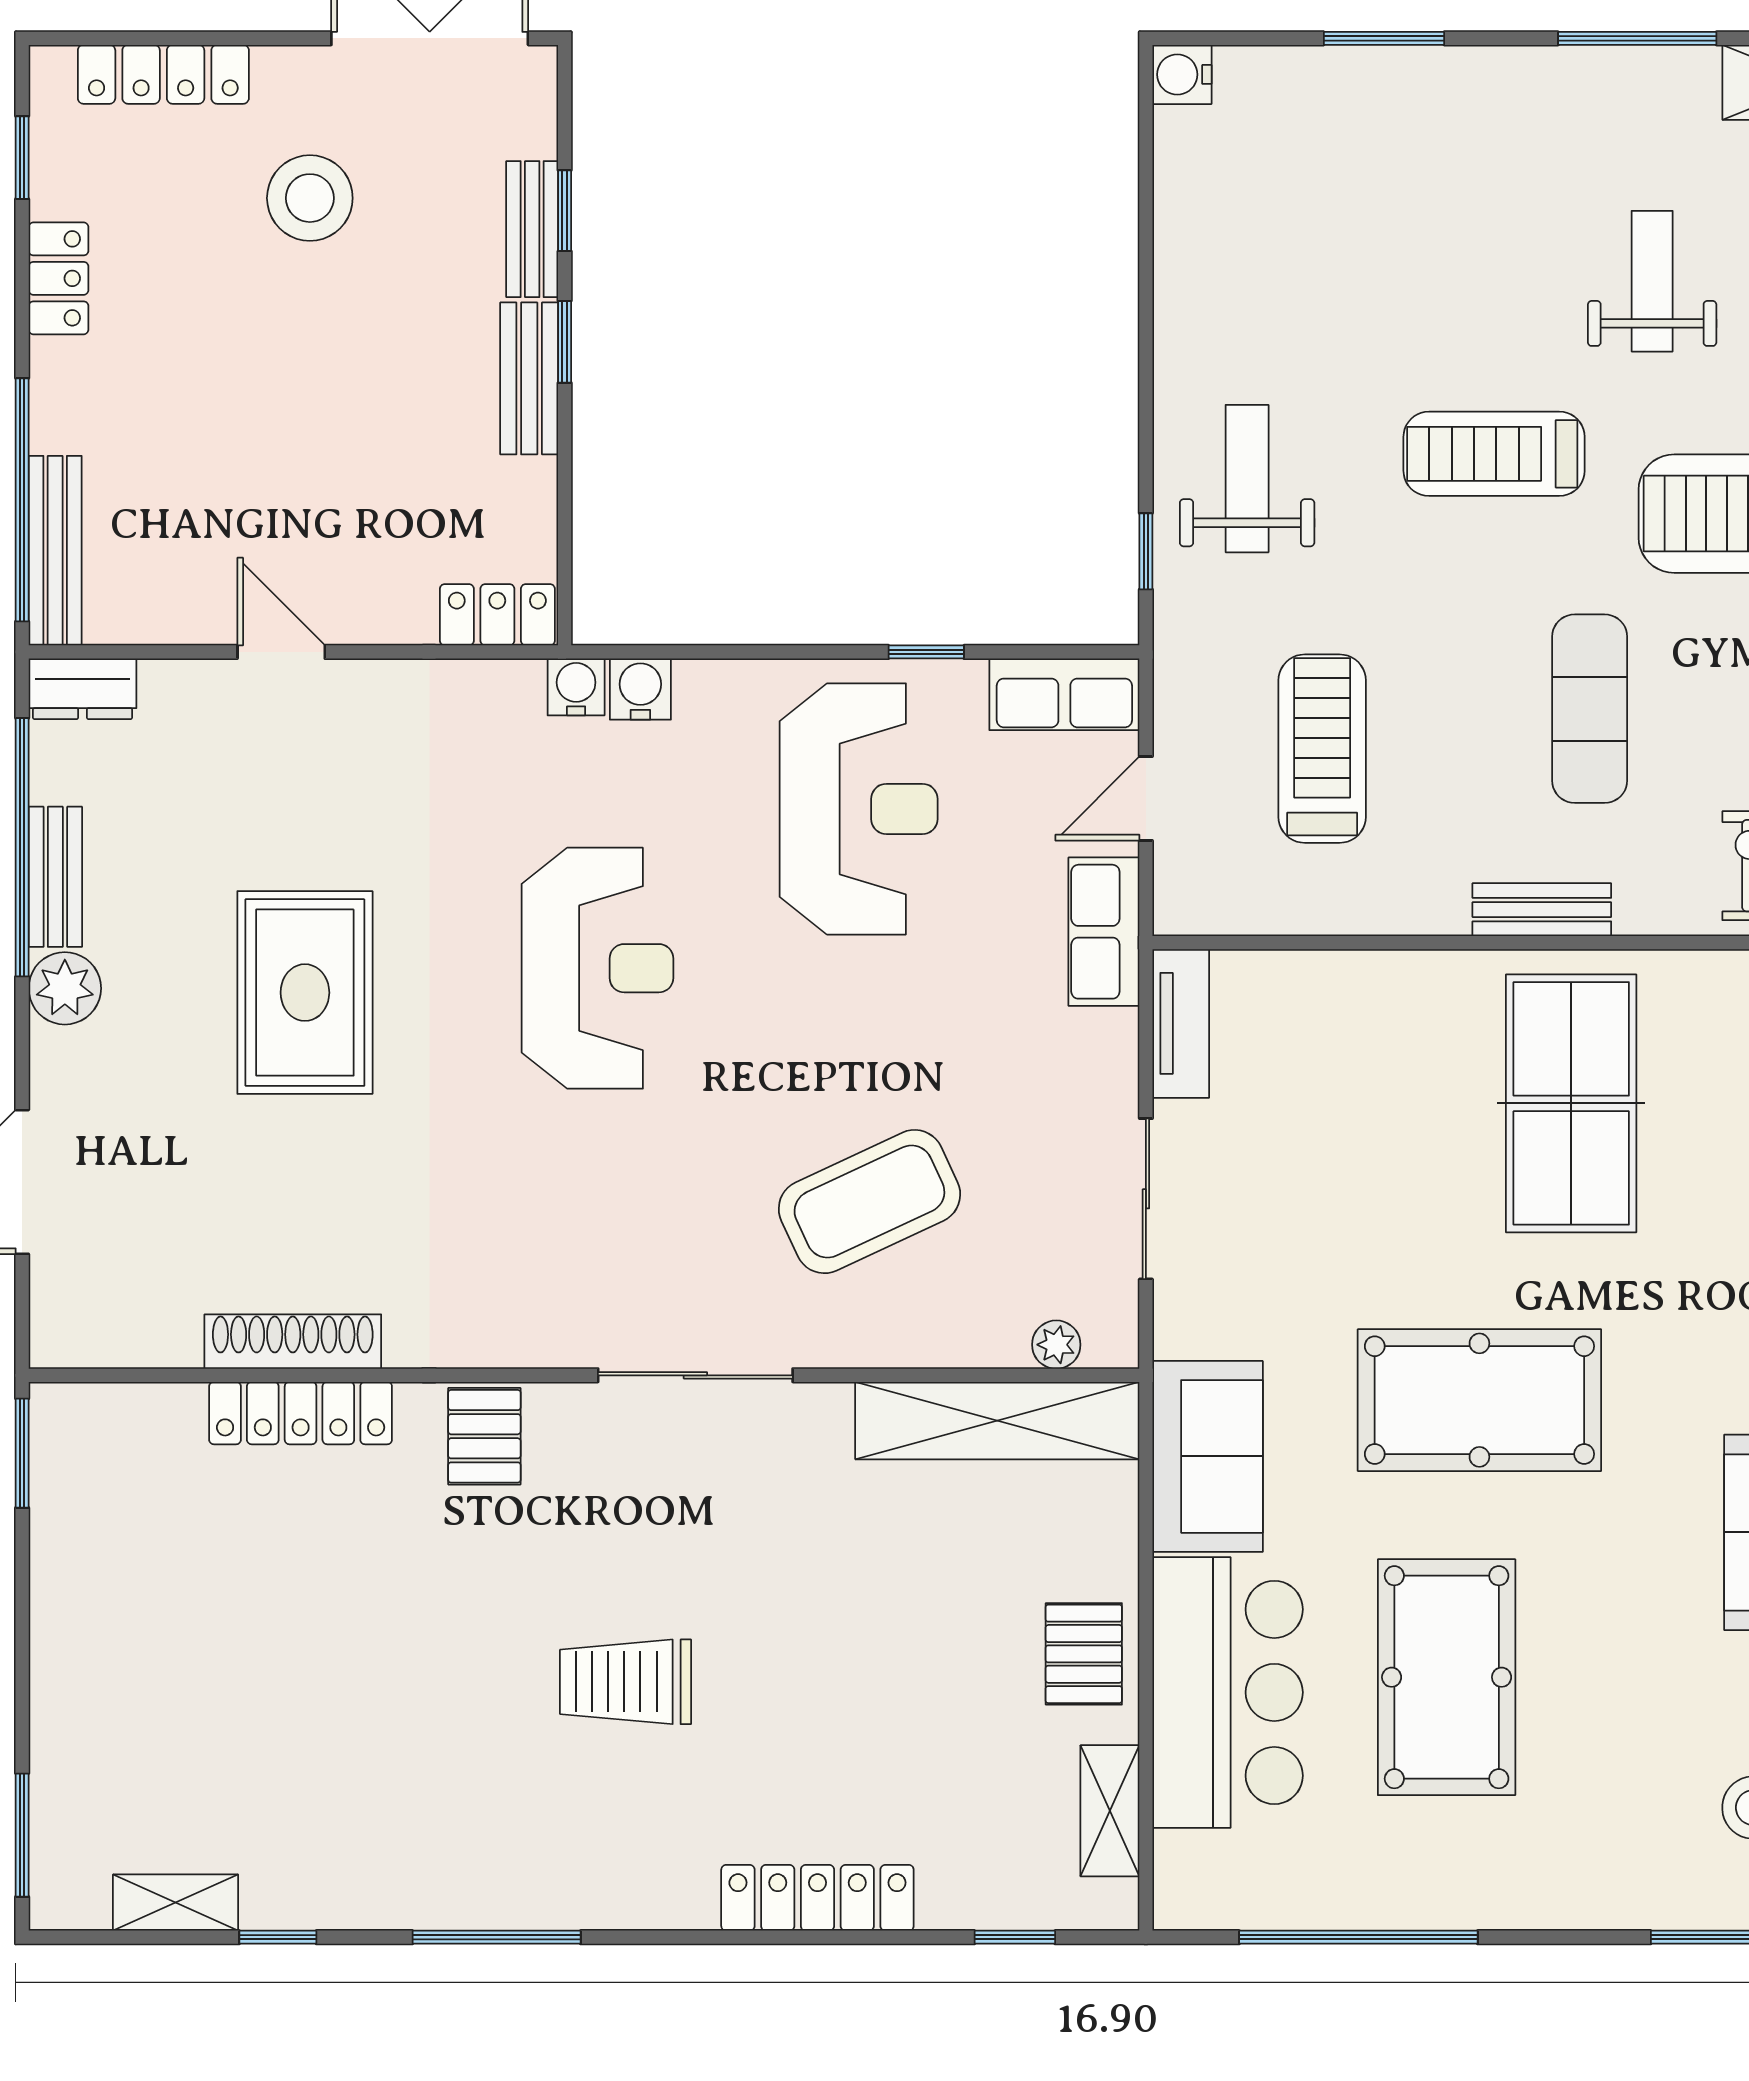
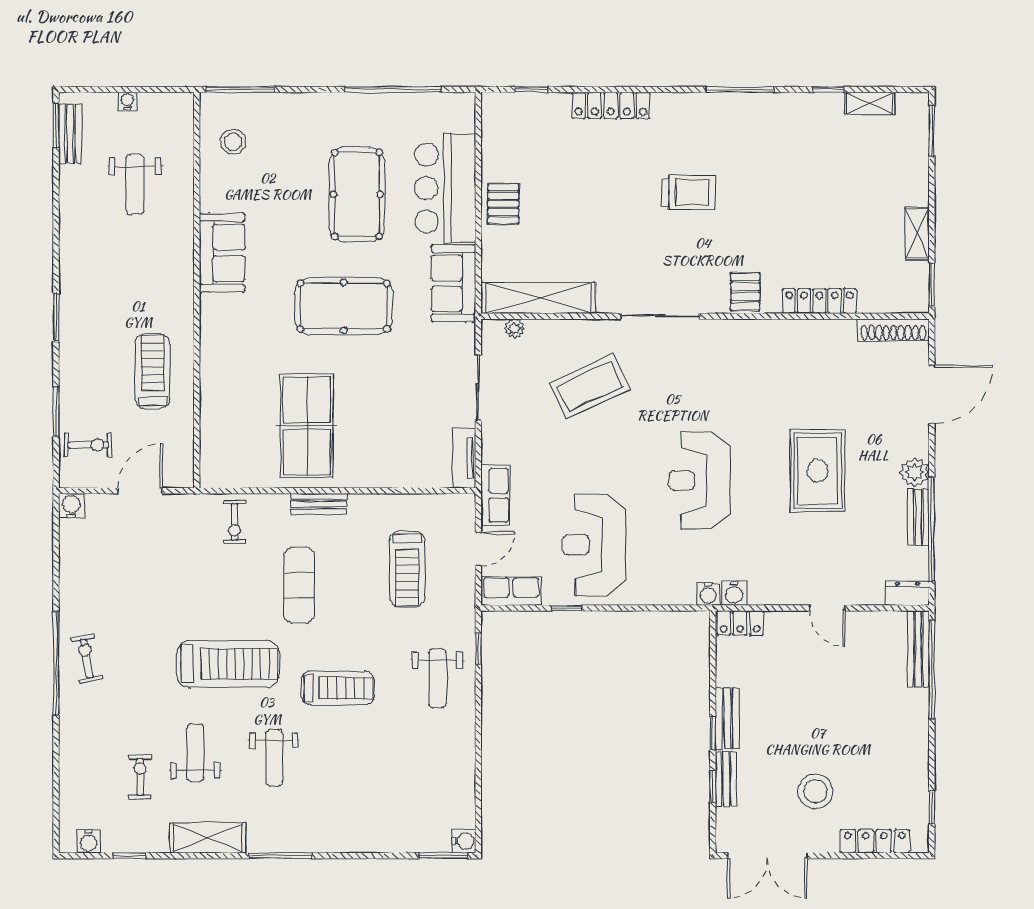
window: (1384, 38) -> (443, 856), moved
locker: (58, 278) -> (917, 759), removed
water cooler: (640, 689) -> (734, 593), moved
shoe rack: (293, 1342) -> (893, 330), moved
shelving: (1110, 1811) -> (917, 233), moved

